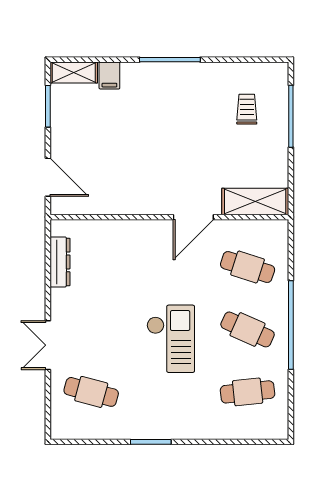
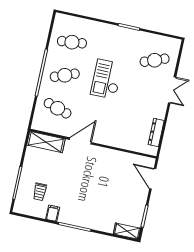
filing cabinet: (109, 76) -> (53, 213), moved
cafe table: (248, 329) -> (65, 75), turned -45
cafe table: (91, 392) -> (155, 60), turned -36

